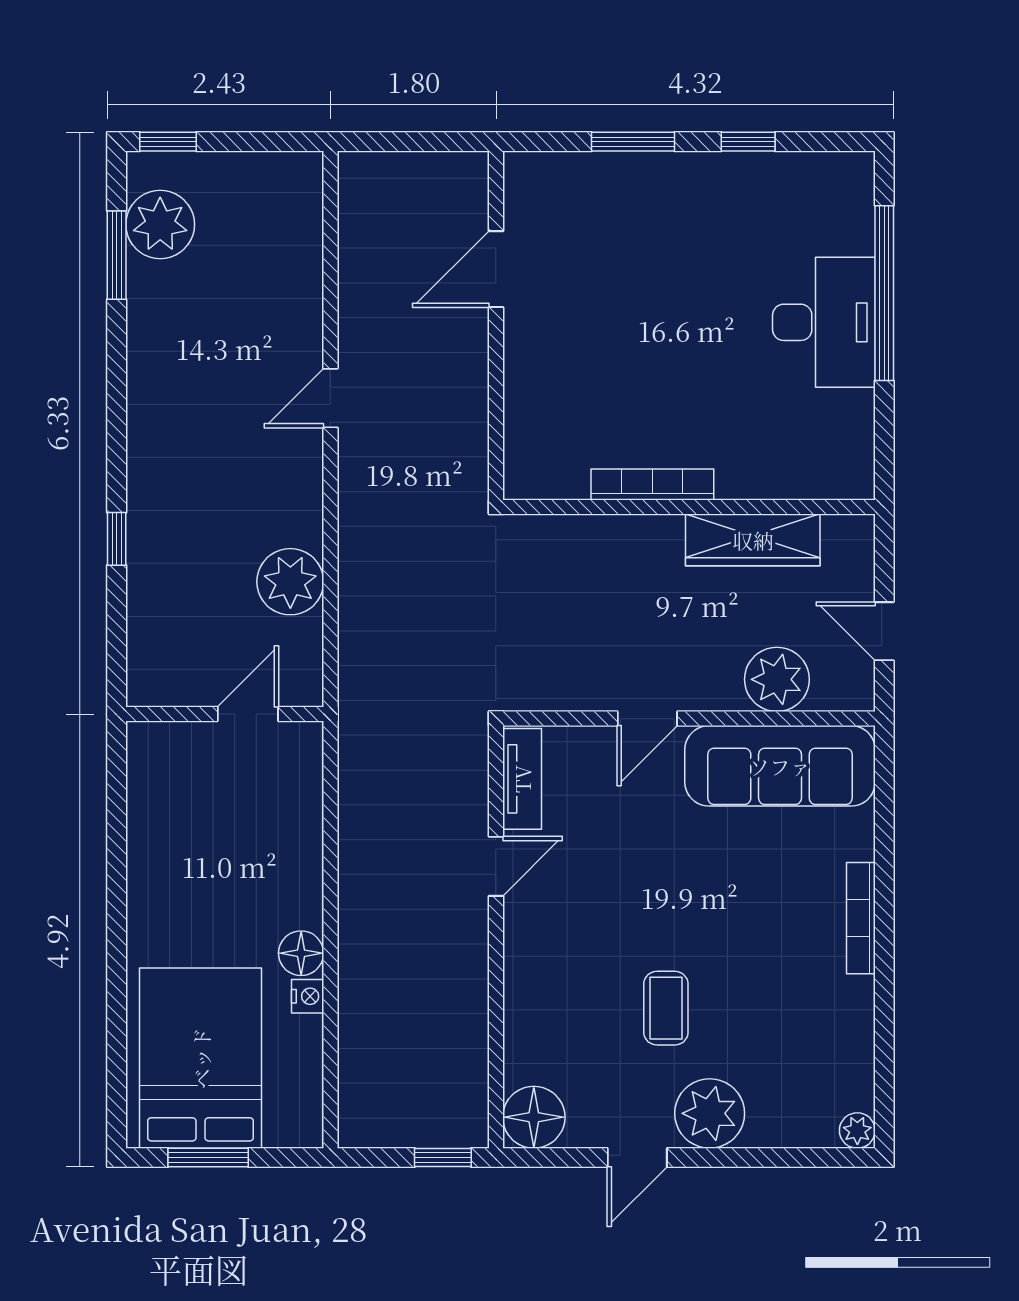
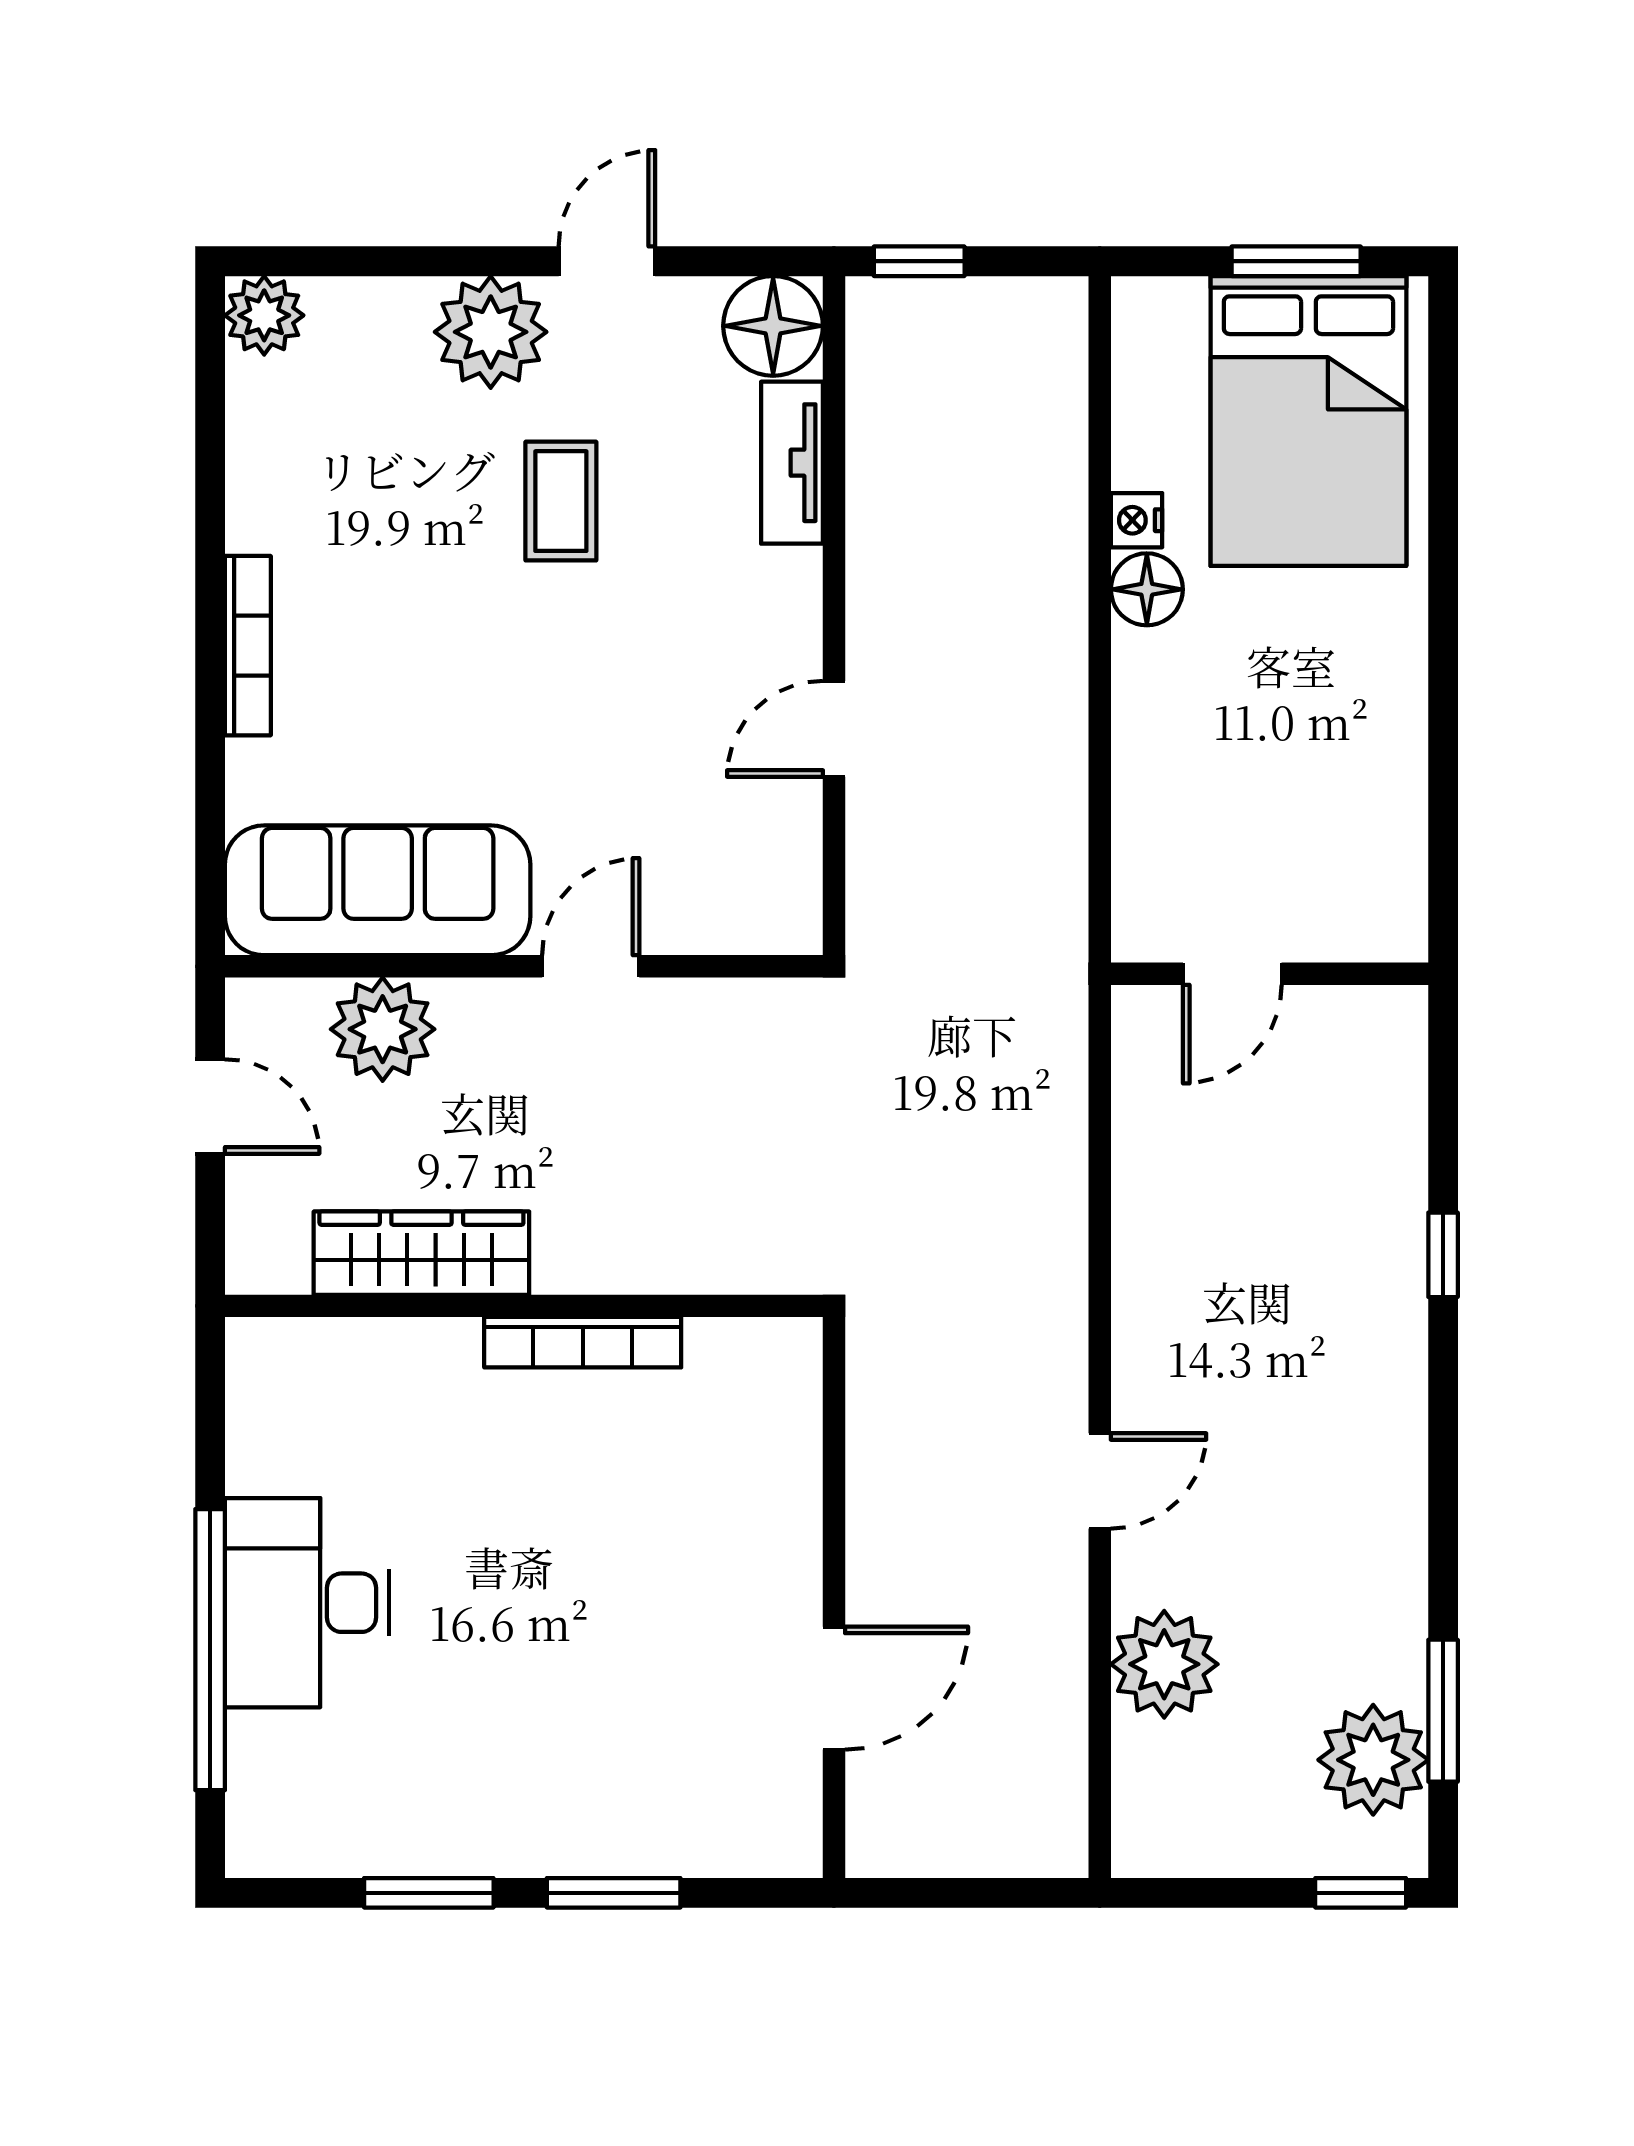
window: (748, 142) -> (429, 1893), width x1.50
plant: (290, 582) -> (1164, 1664), moved
tv unit: (522, 779) -> (792, 463), moved
plant: (857, 1130) -> (264, 315), width x1.38, depth x1.38

